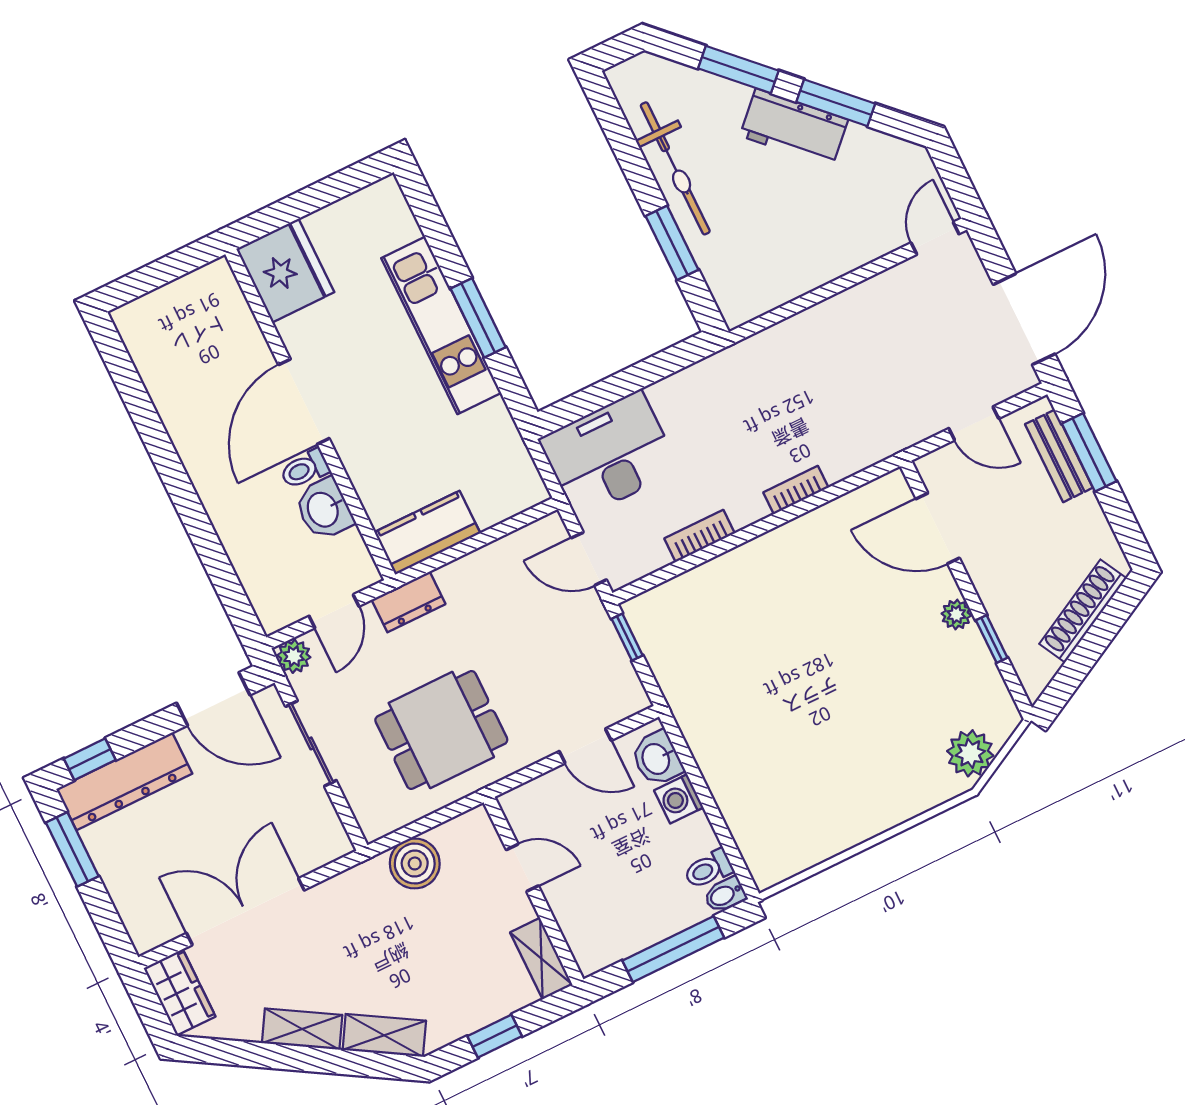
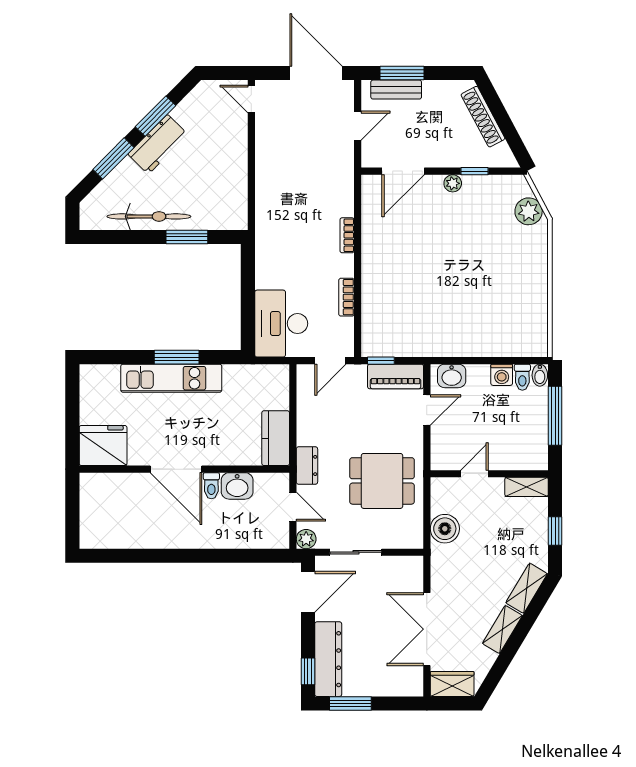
piano: (614, 672) -> (396, 376), added
dining table: (441, 730) -> (382, 481), turned 90
washing machine: (679, 799) -> (502, 375), moved

